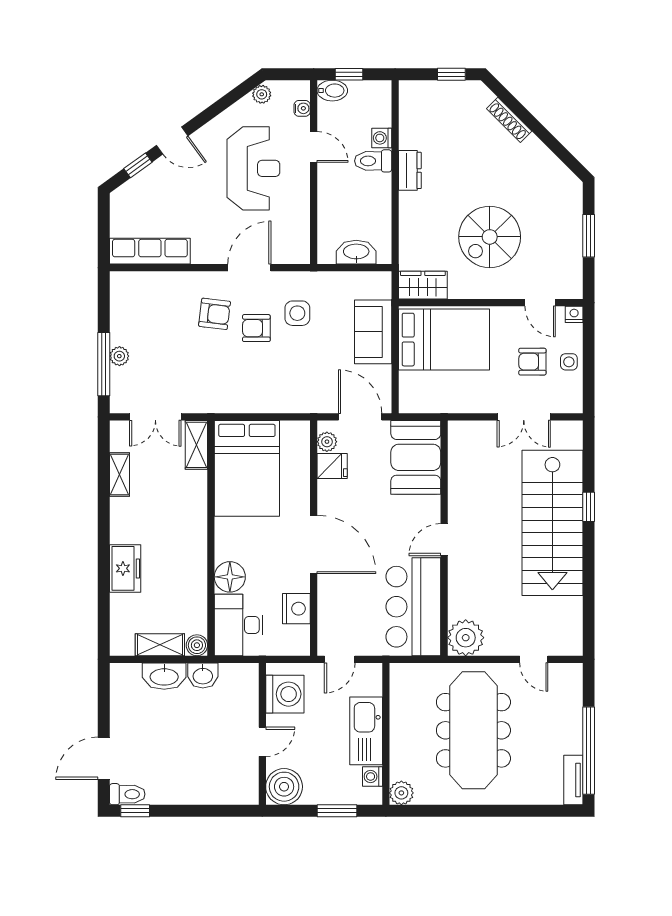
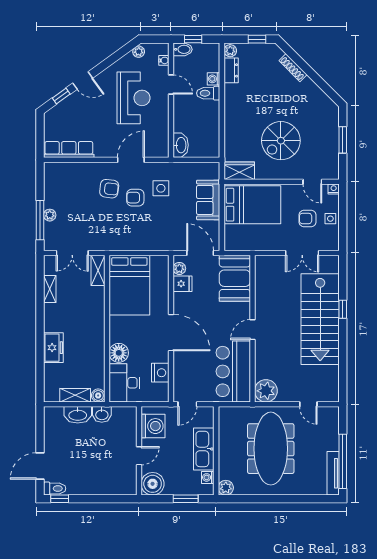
plant: (409, 93) -> (230, 51), added
dresser: (410, 170) -> (231, 70), moved
washbasin: (356, 252) -> (181, 145), moved, turned 90
tv unit: (573, 780) -> (333, 473), width x1.41

